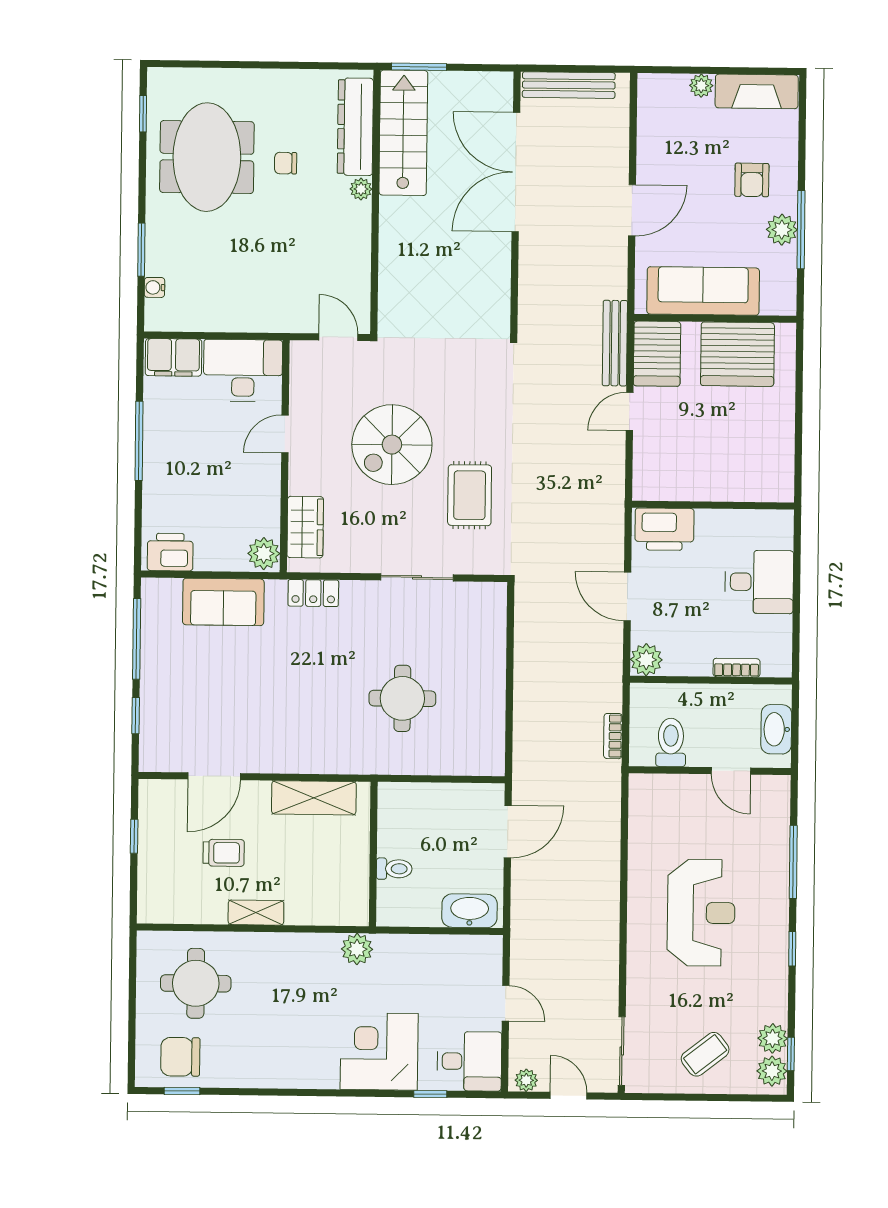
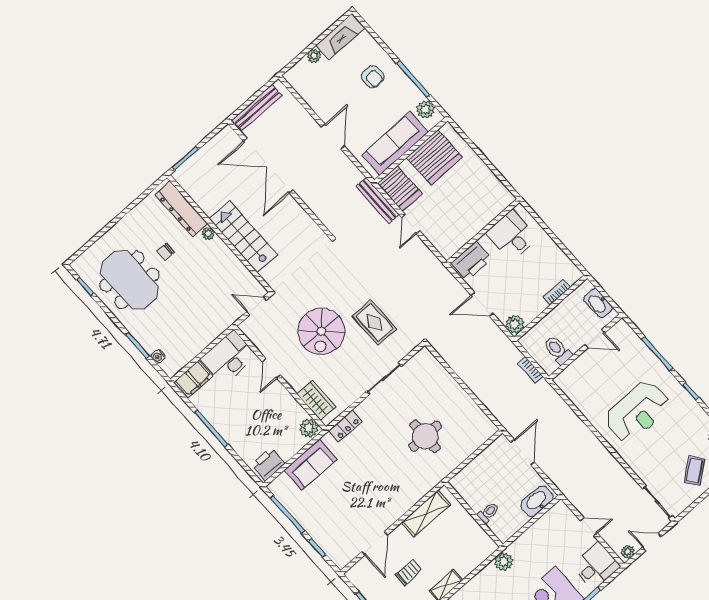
stairs: (403, 133) -> (243, 237), moved
plant: (782, 230) -> (425, 110), moved
desk: (759, 582) -> (512, 235), moved, turned -90
reception desk: (701, 913) -> (637, 411), turned 90

